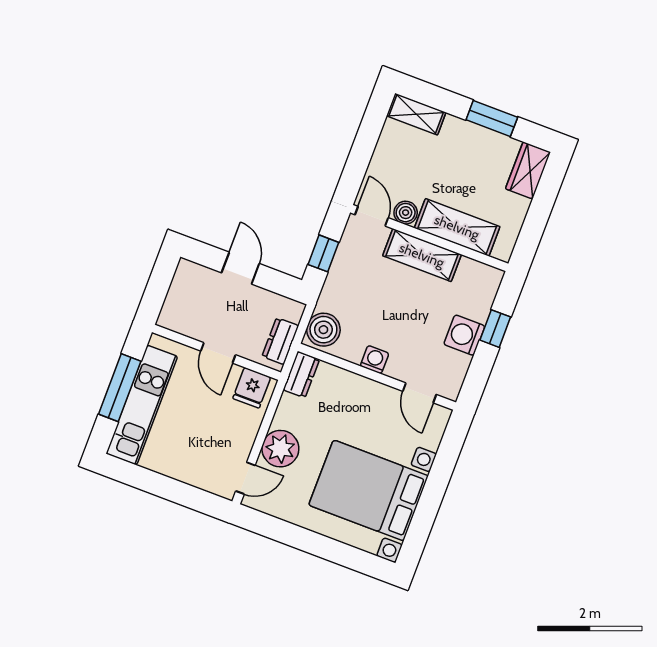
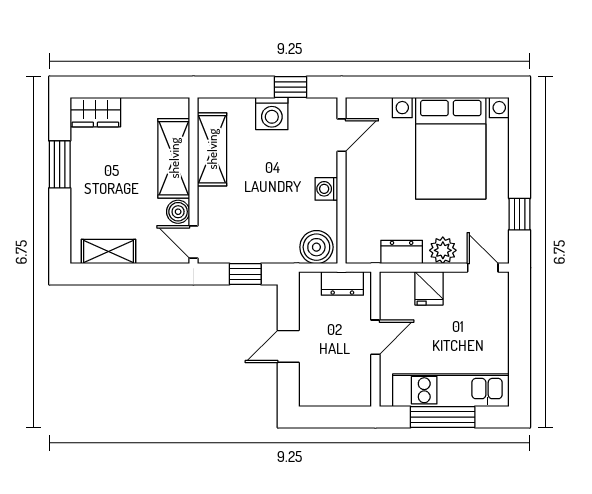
shelving: (416, 114) -> (108, 251), moved, turned 90
door: (372, 216) -> (193, 242), hinge flipped
shelving: (422, 255) -> (212, 149), moved
window: (495, 329) -> (291, 87), moved
dresser: (301, 375) -> (402, 252), moved
fridge: (252, 388) -> (429, 288), moved, turned 90
plant: (280, 449) -> (443, 250), width x0.73, depth x0.73
window: (283, 532) -> (520, 214), added

